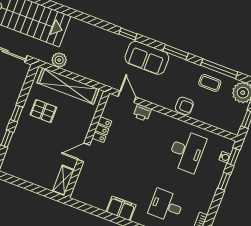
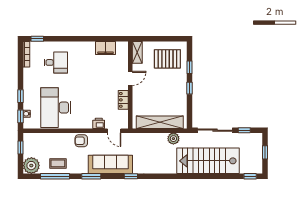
sofa: (147, 58) -> (110, 164), width x1.36
armchair: (184, 106) -> (81, 141), moved
pallet: (43, 111) -> (167, 59), moved, width x1.50, depth x1.42
desk: (187, 151) -> (56, 108), width x1.36, depth x1.30
filing cabinet: (121, 208) -> (106, 48), moved

